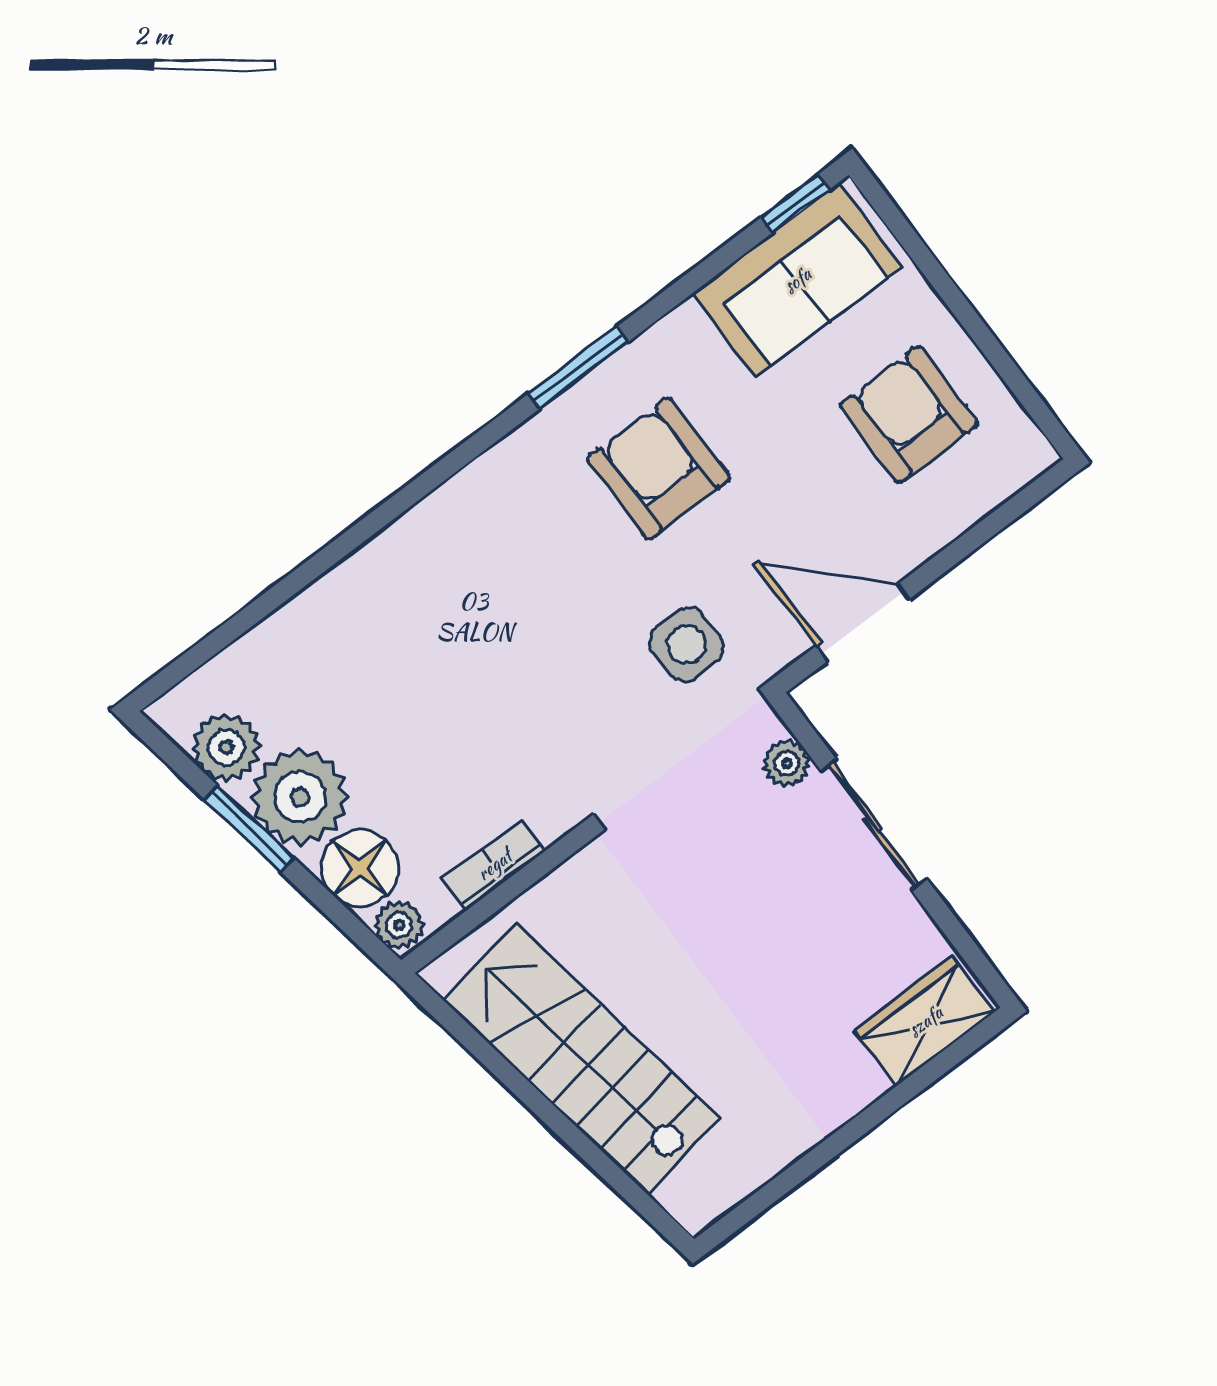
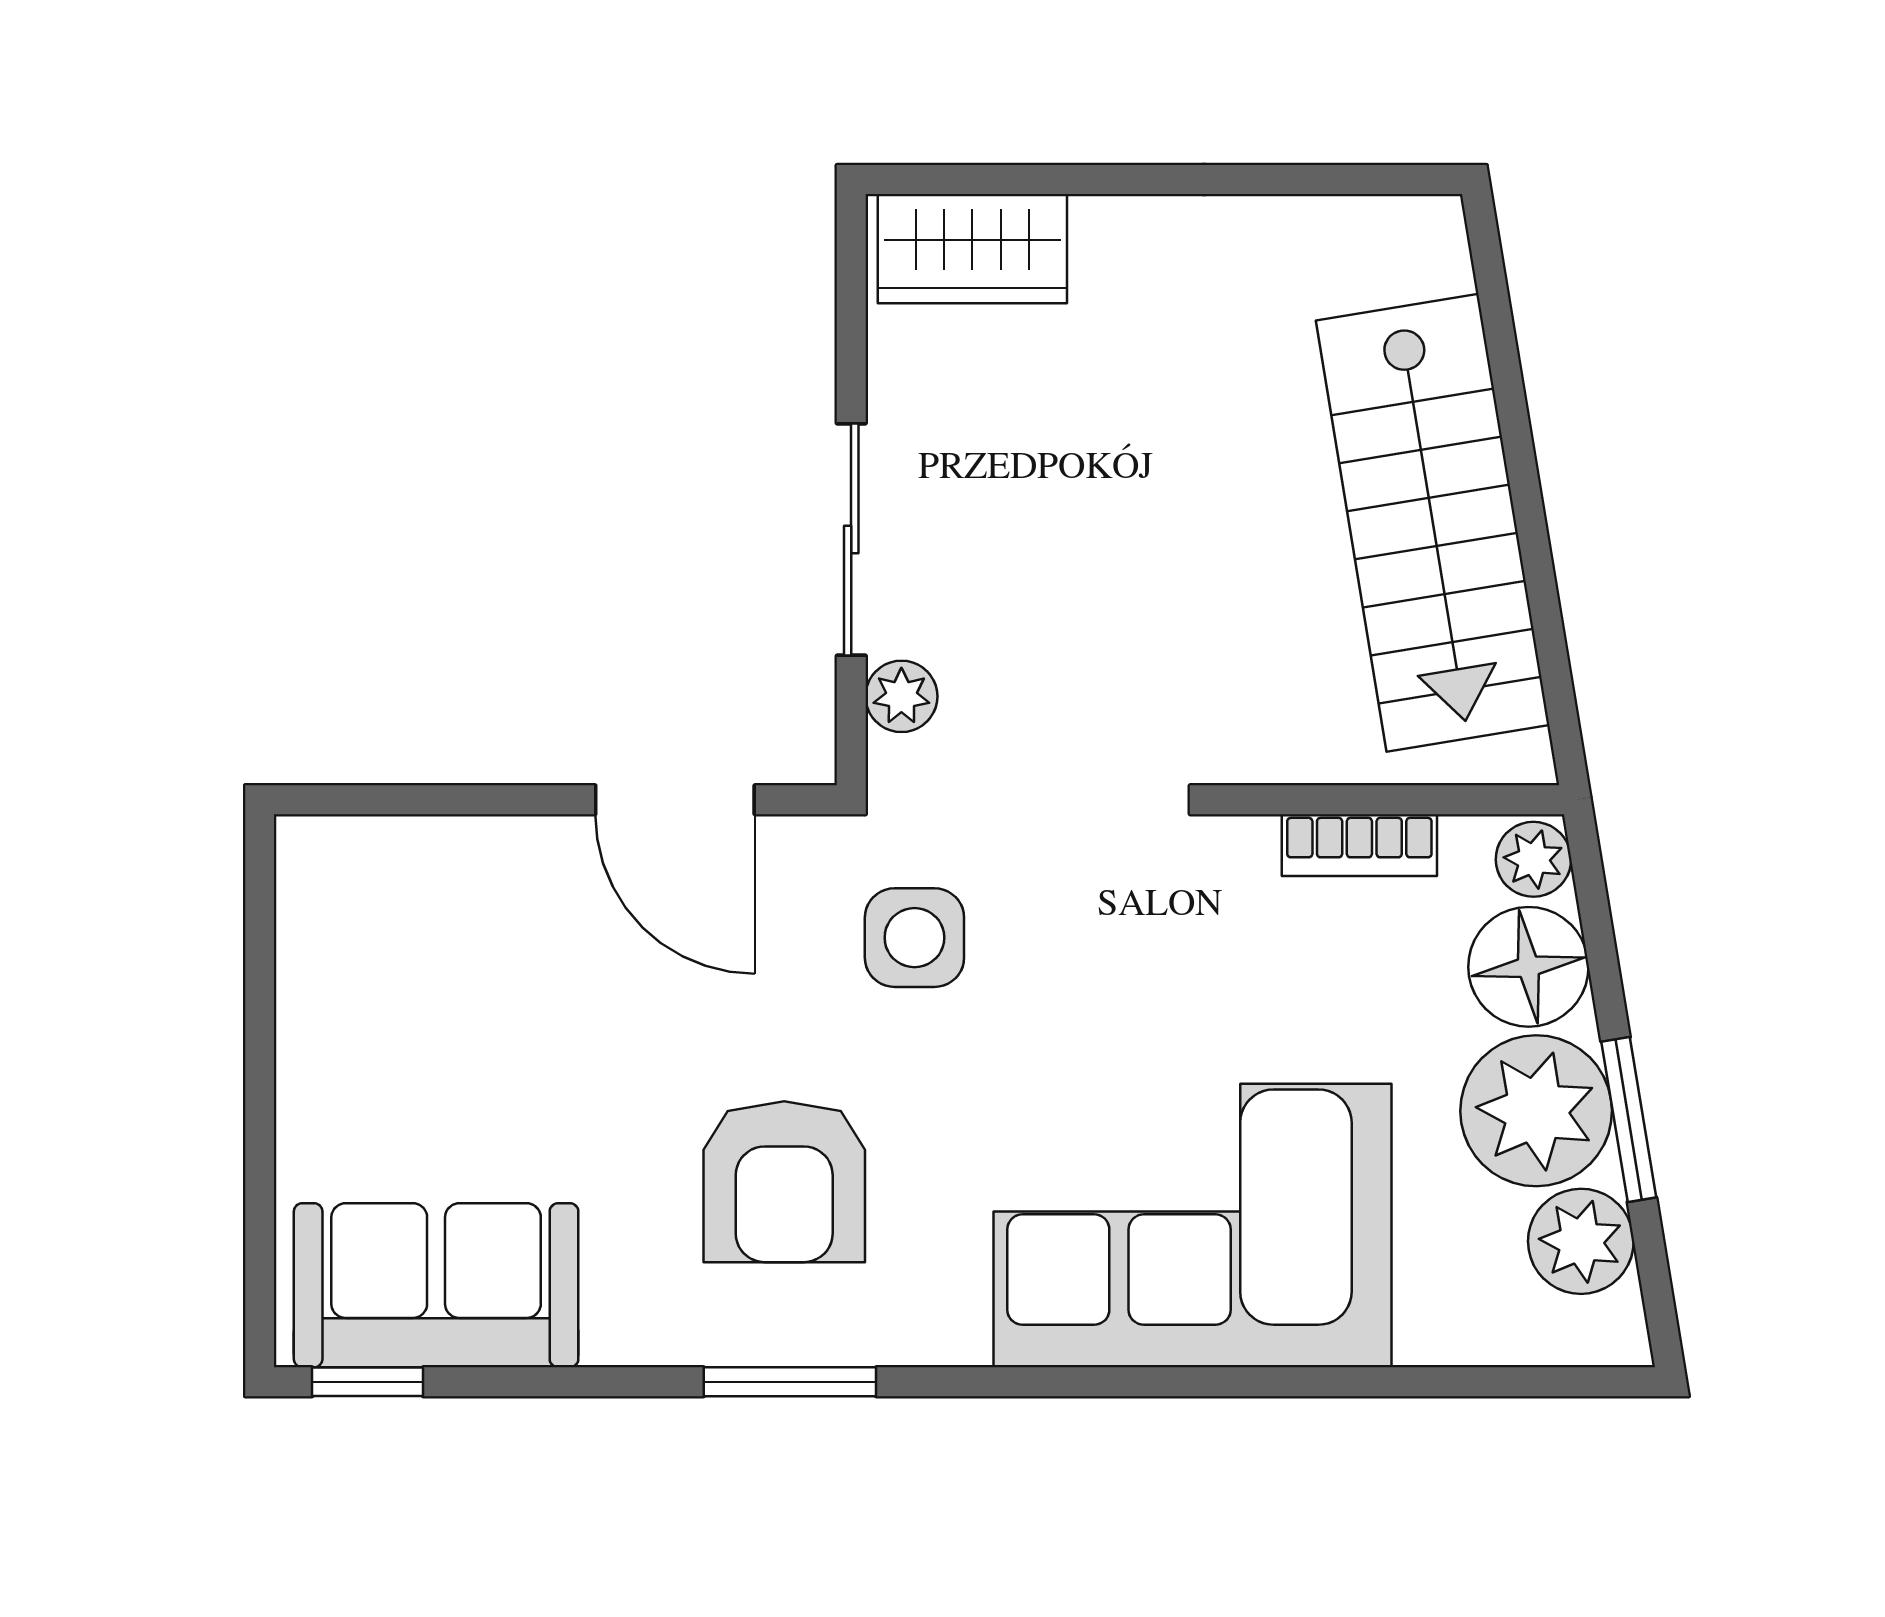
armchair: (909, 415) -> (424, 1014), removed
corner sofa: (432, 605) -> (1193, 1226), added

